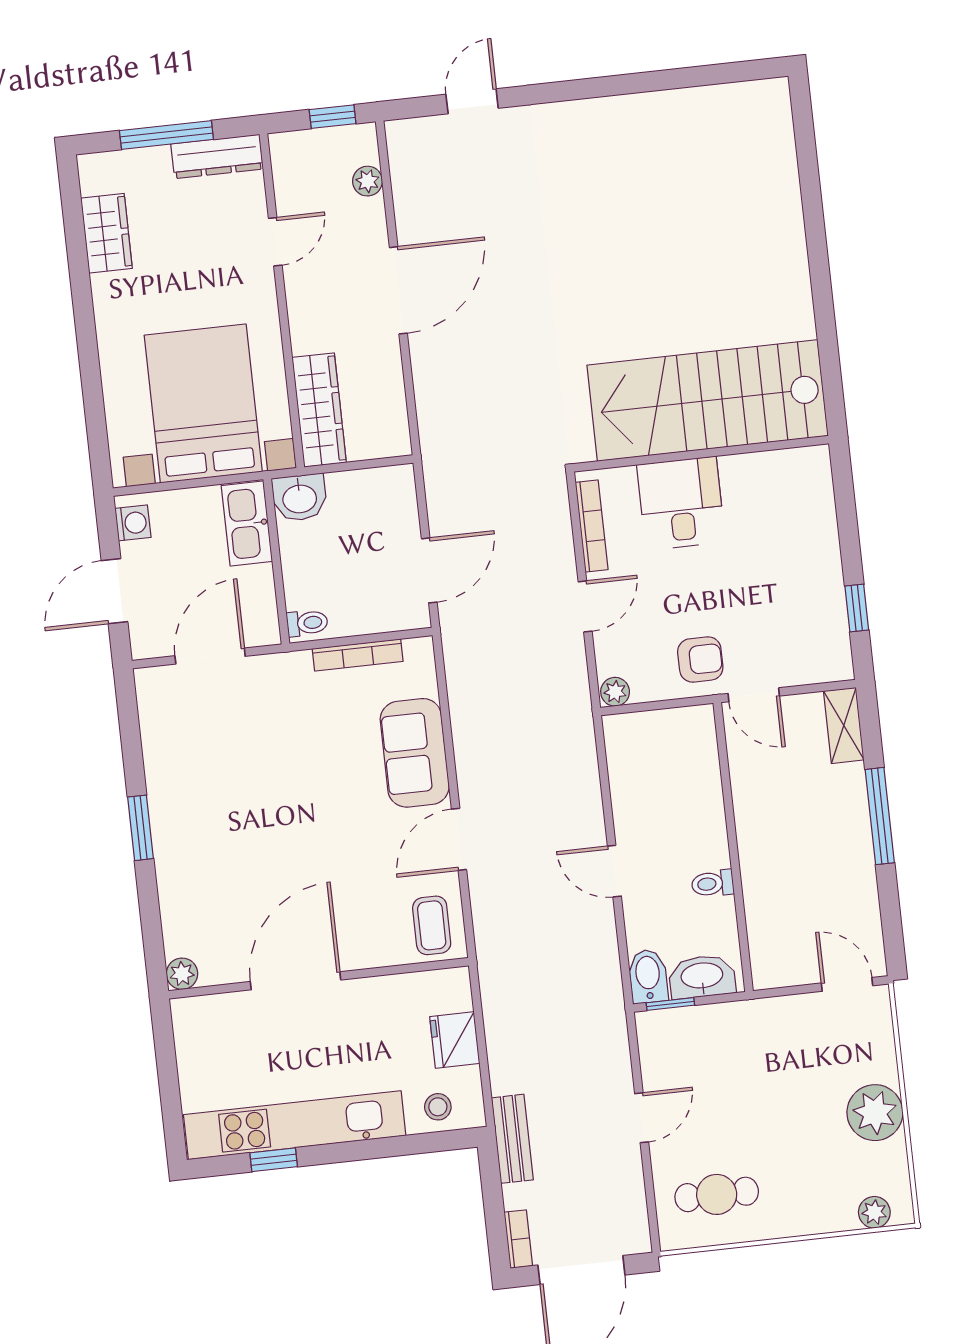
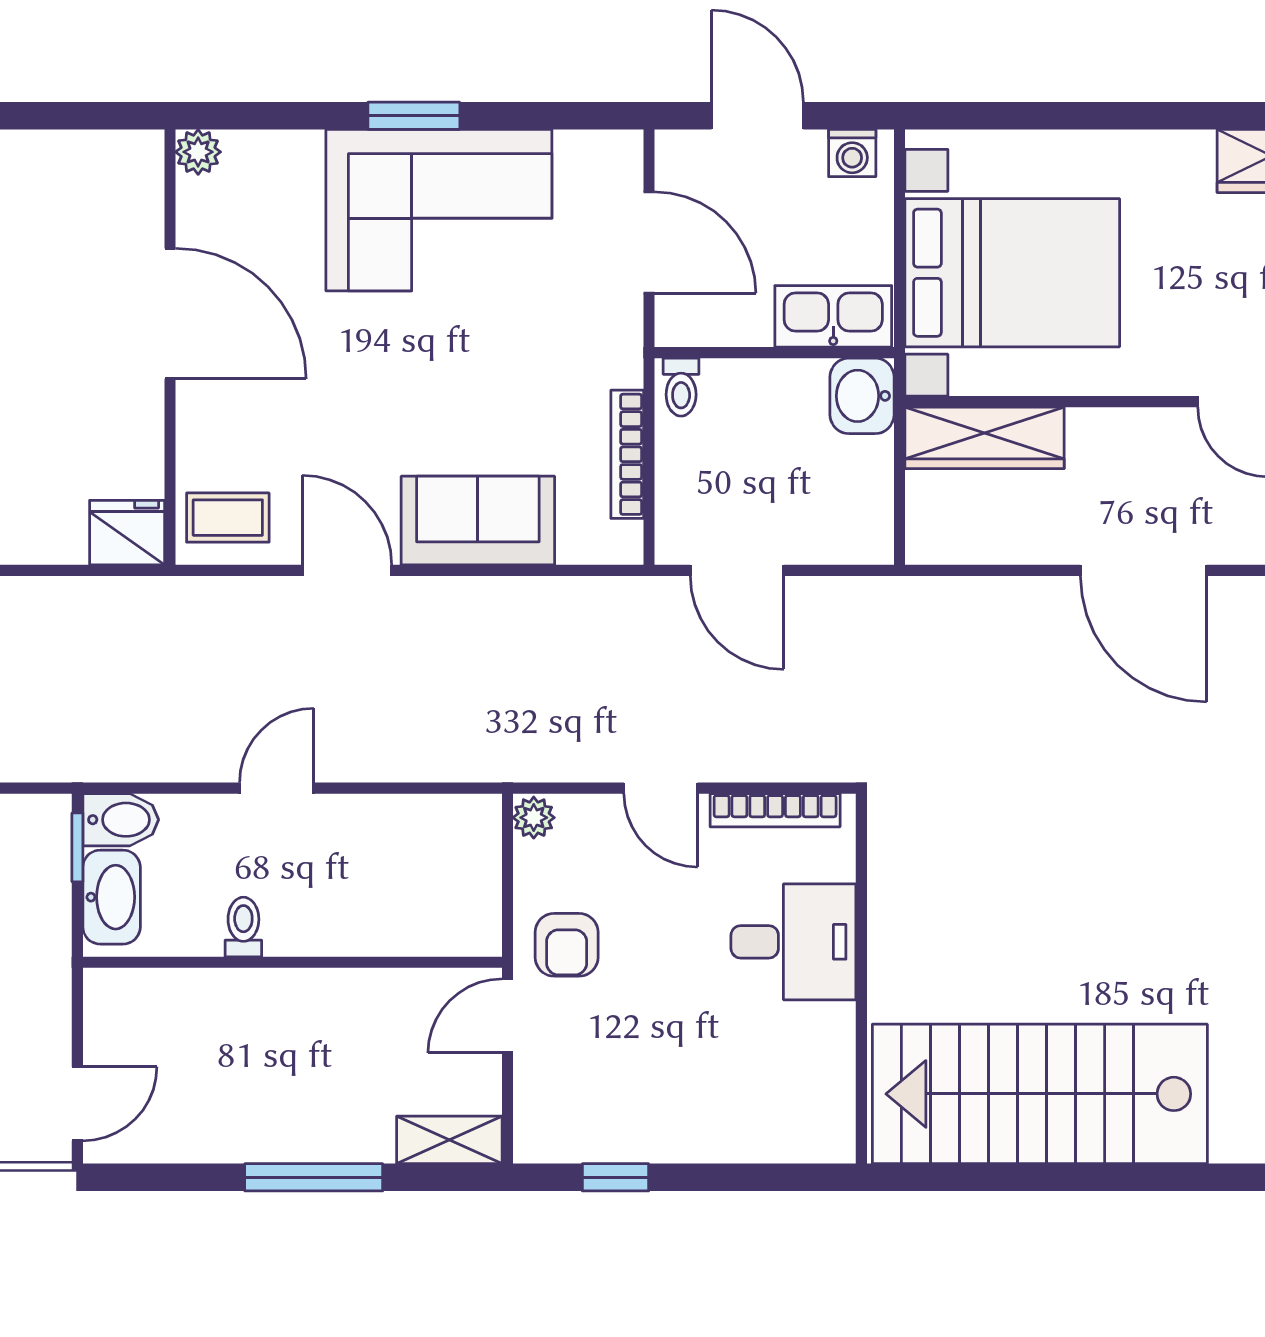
stairs: (708, 401) -> (1040, 1094), moved, turned -90
corner sofa: (204, 803) -> (439, 210), added
fridge: (455, 1040) -> (127, 533), moved

